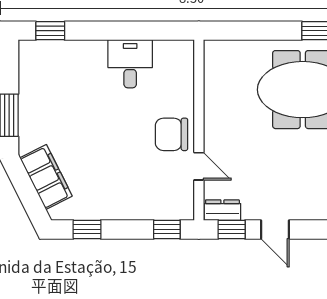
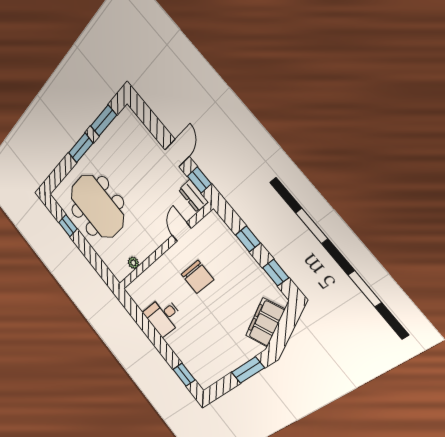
plant: (212, 79) -> (133, 263), added
chair: (172, 134) -> (197, 277), moved
window: (167, 229) -> (248, 239), moved

